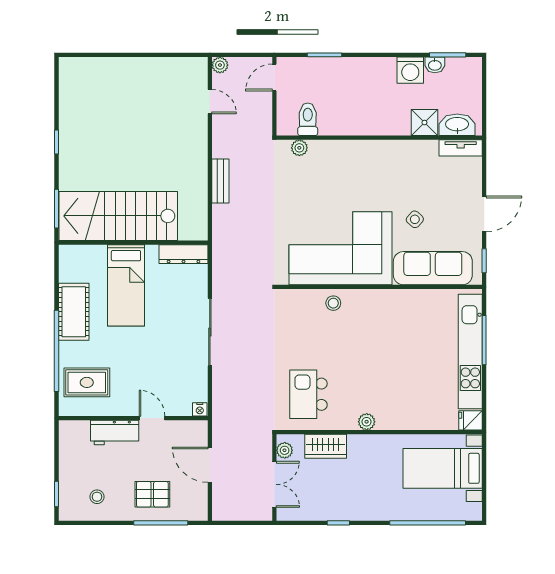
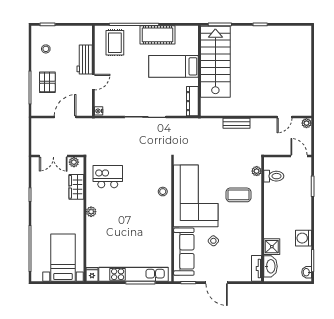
washbasin: (435, 65) -> (307, 272), moved
coffee table: (339, 178) -> (238, 195), added

